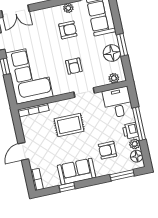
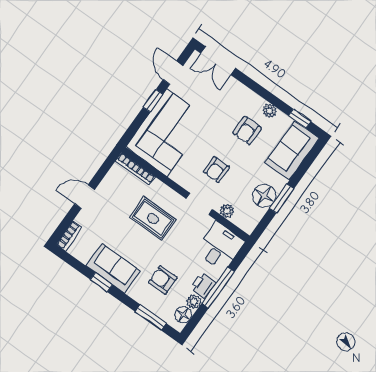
armchair: (68, 30) -> (247, 130), turned 90
plant: (114, 78) -> (227, 211), moved
window: (67, 187) -> (101, 282), moved

